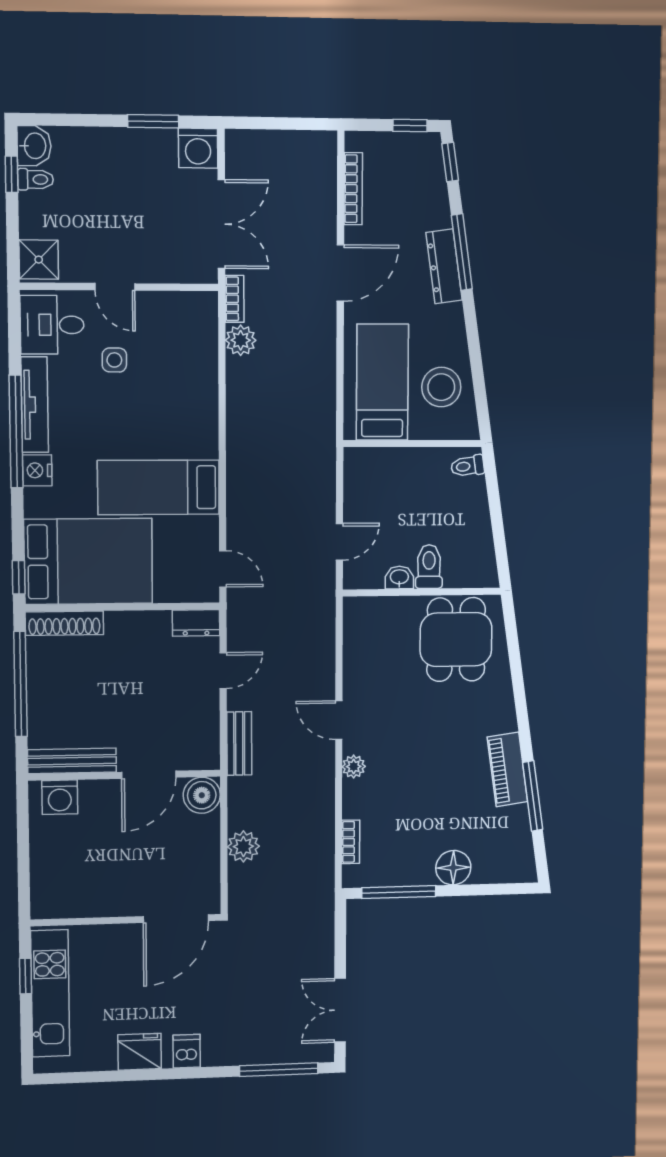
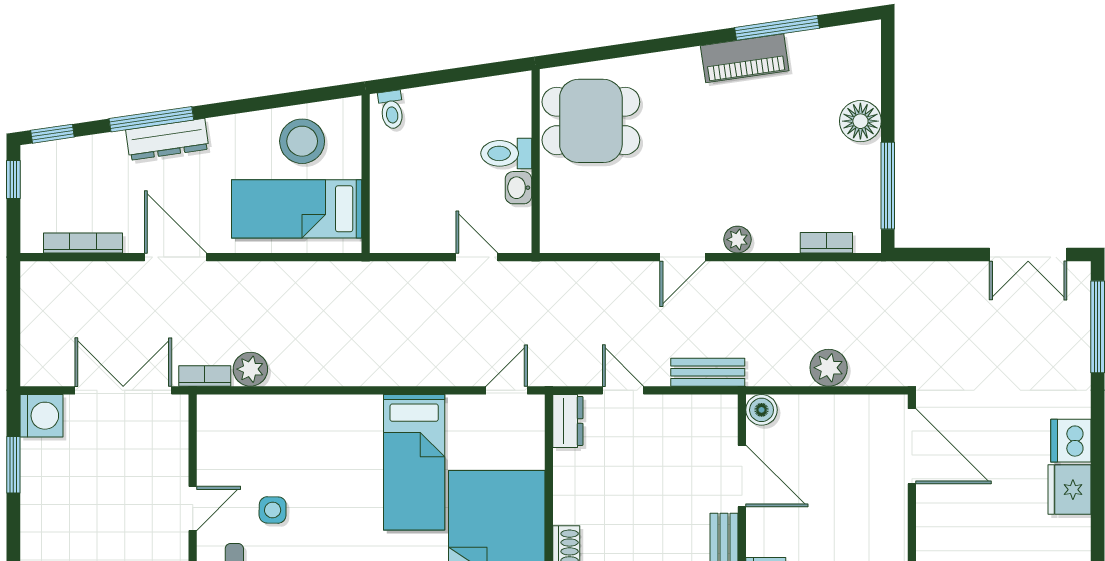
boiler: (202, 795) -> (762, 410), width x0.73, depth x0.73
dishwasher: (187, 1051) -> (1071, 441), width x1.38

